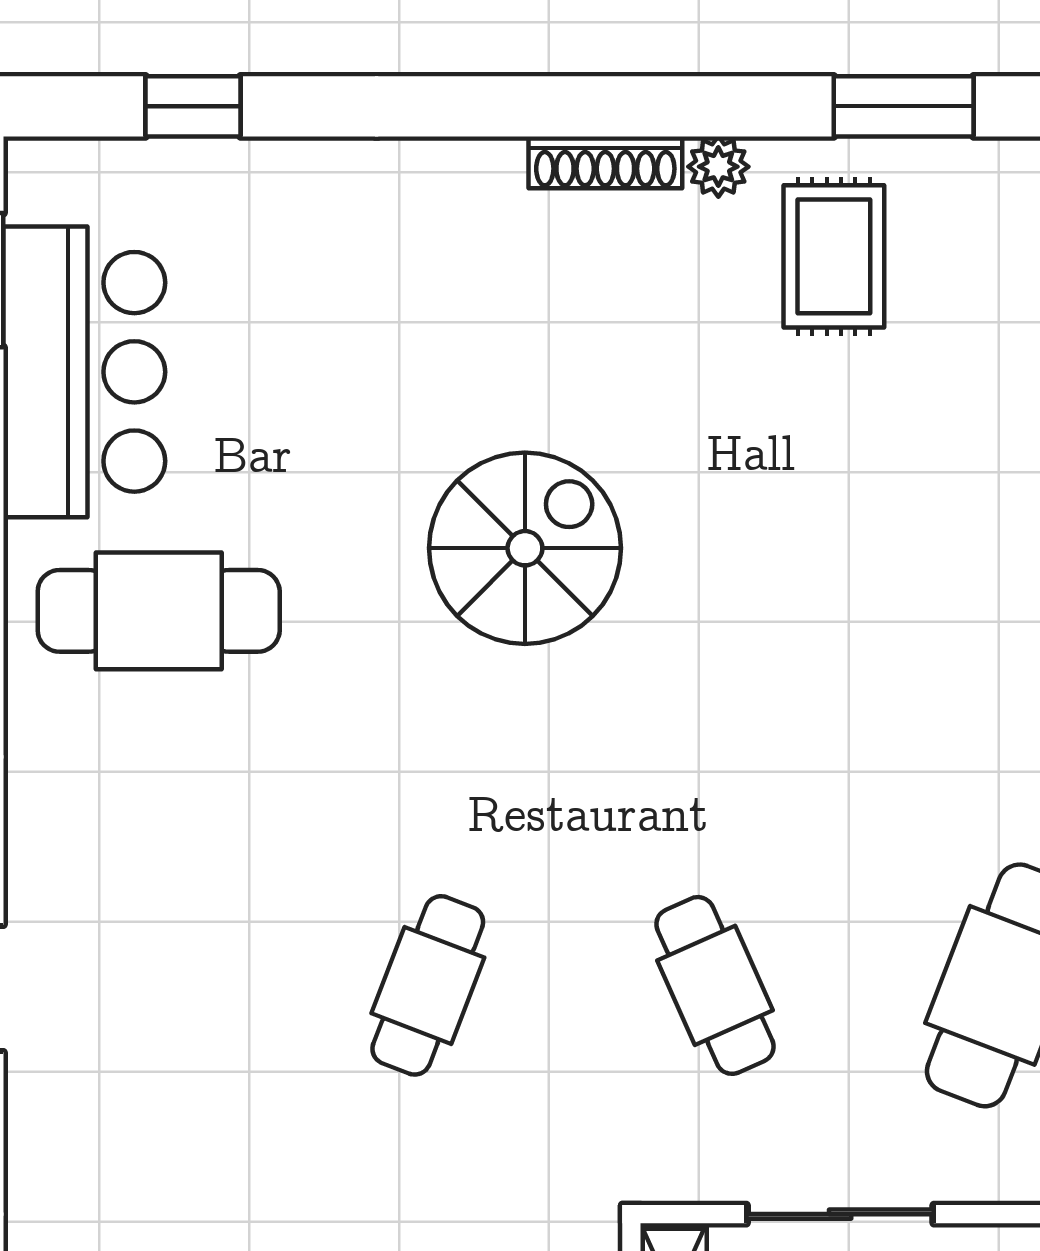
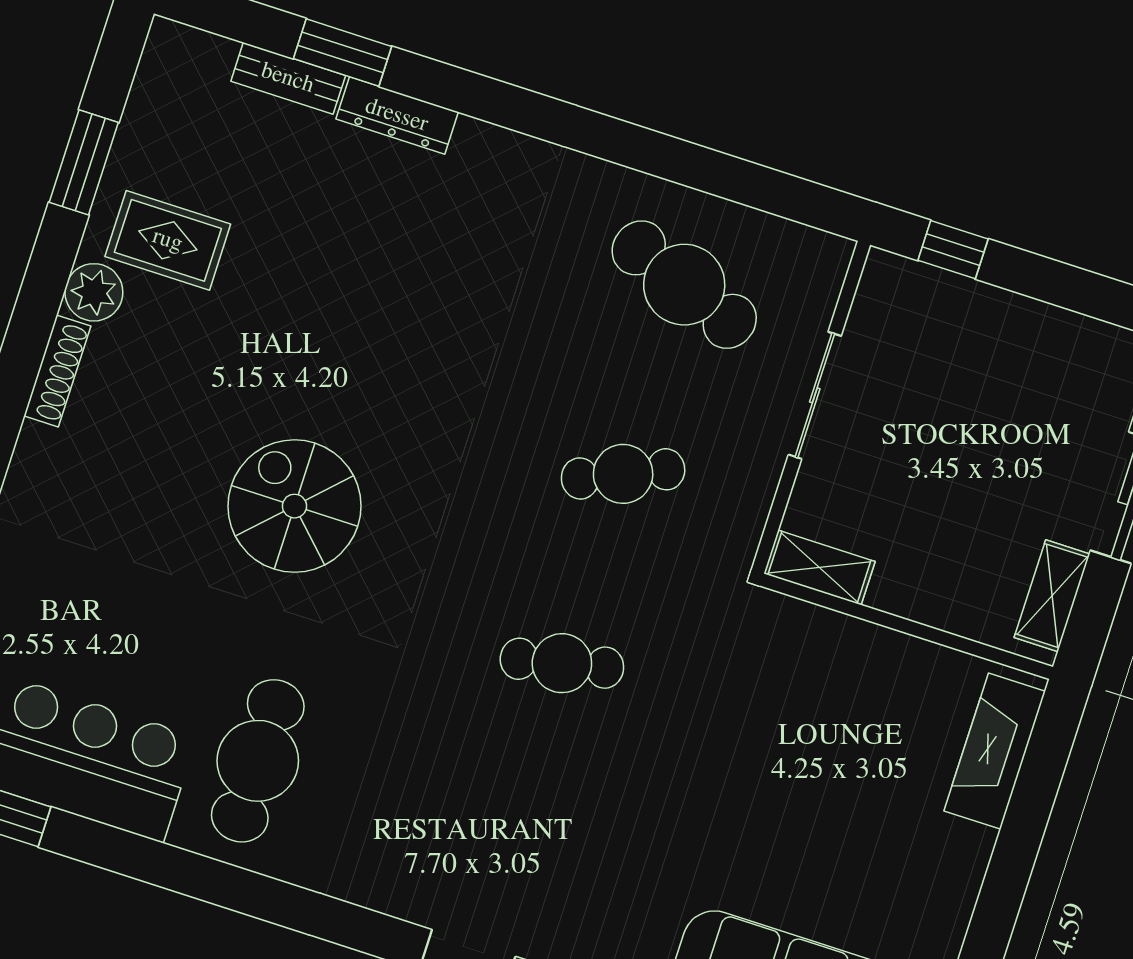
plant: (718, 167) -> (94, 292), width x1.38, depth x1.38
cafe table: (428, 985) -> (562, 663), turned -33
sliding door: (840, 1214) -> (815, 395), moved

